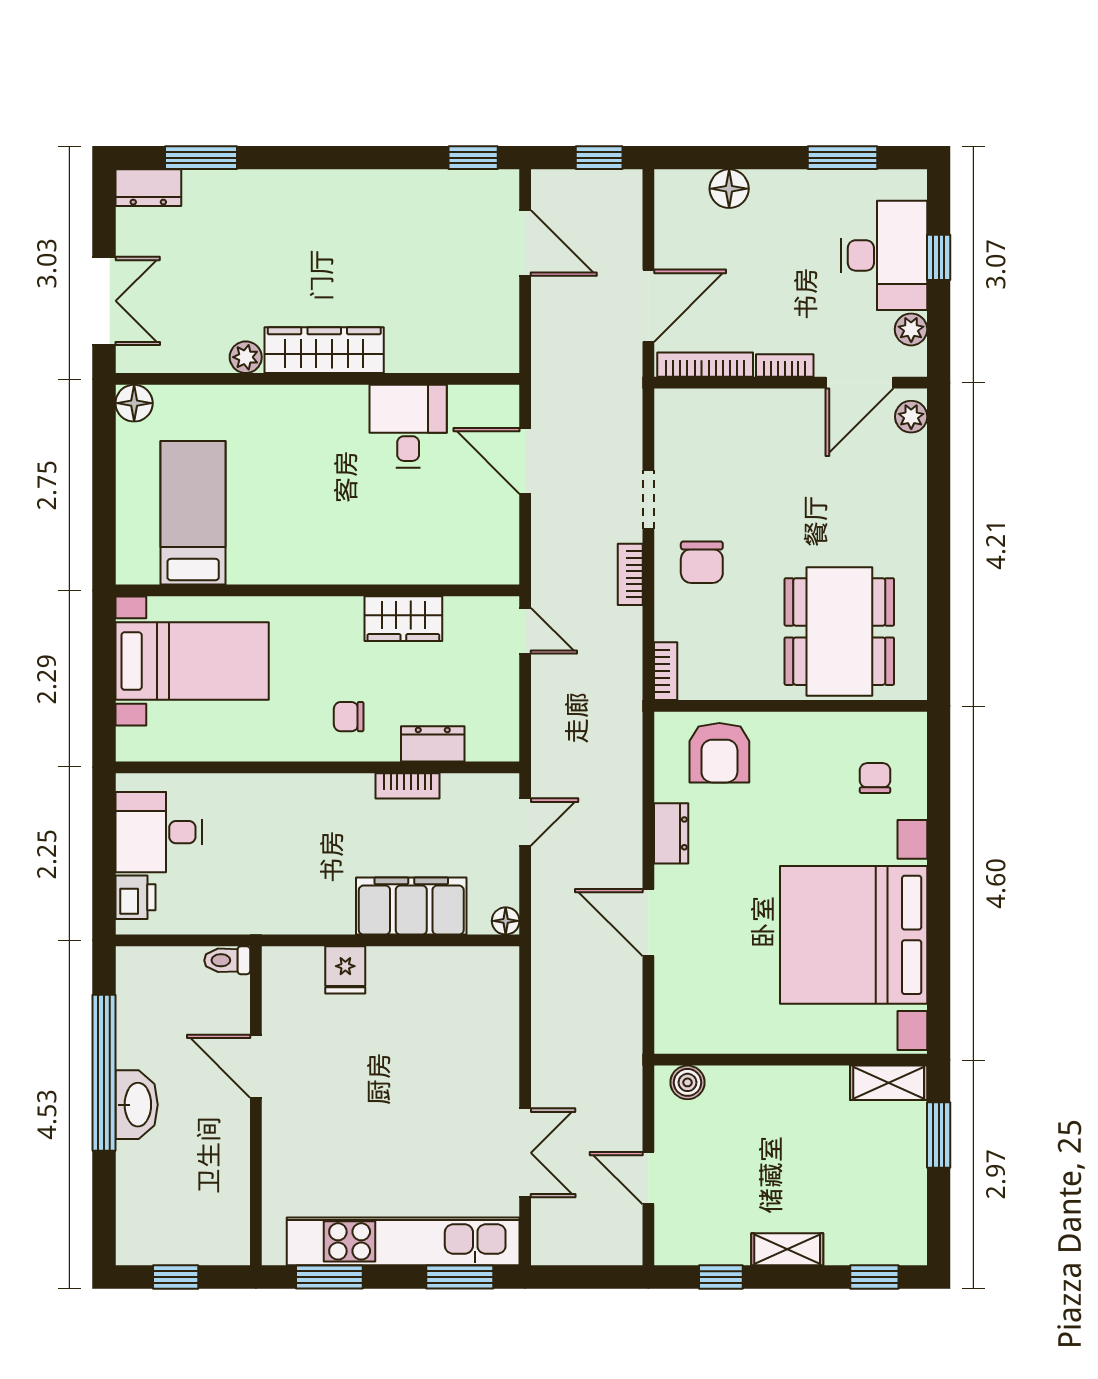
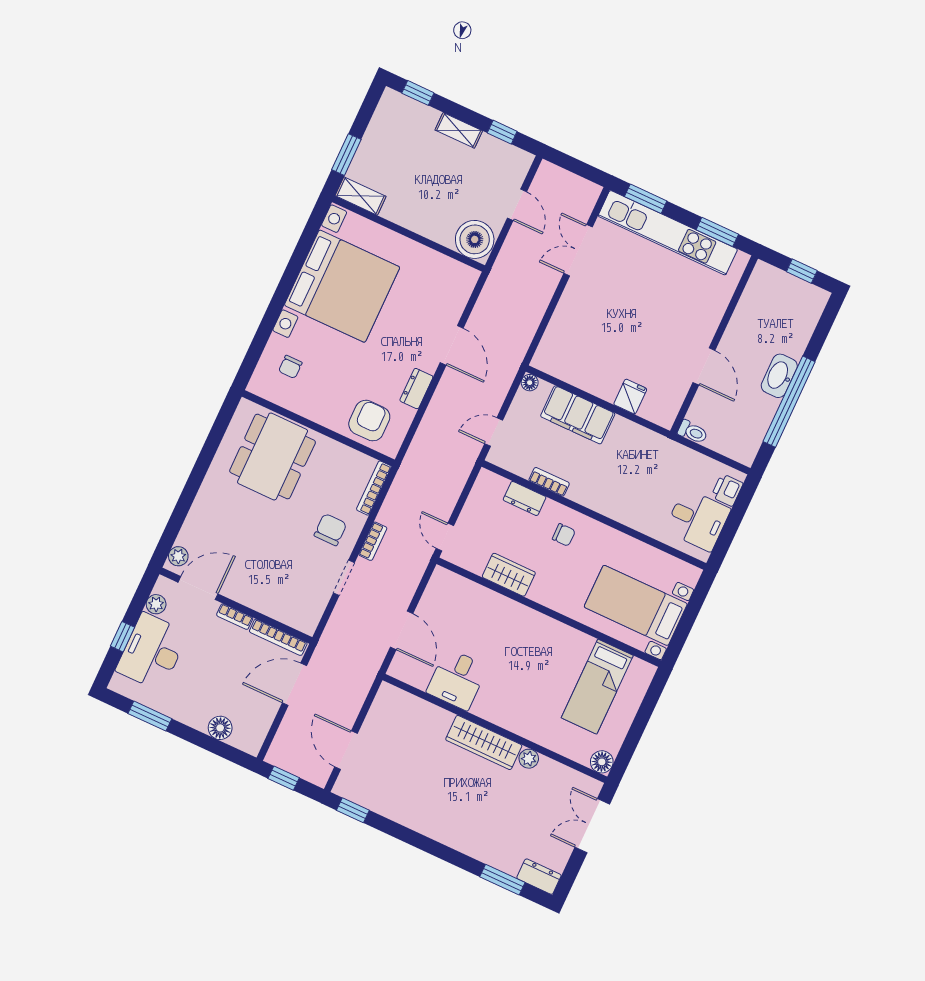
bookcase: (666, 671) -> (374, 488), width x1.56
boiler: (687, 1082) -> (475, 239), width x1.86, depth x1.86

